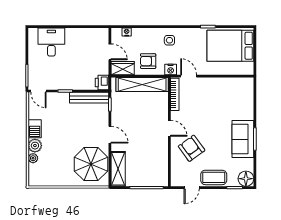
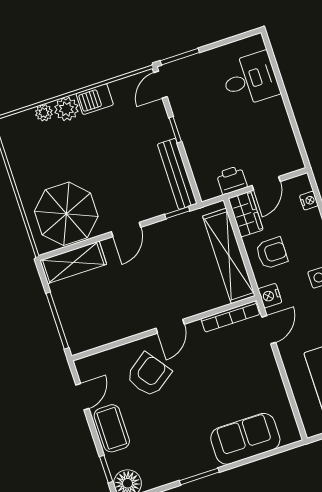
armchair: (148, 61) -> (272, 253), turned 90
printer: (102, 82) -> (232, 180), moved
sofa: (243, 139) -> (245, 439), moved
door: (192, 188) -> (82, 397), swing flipped

